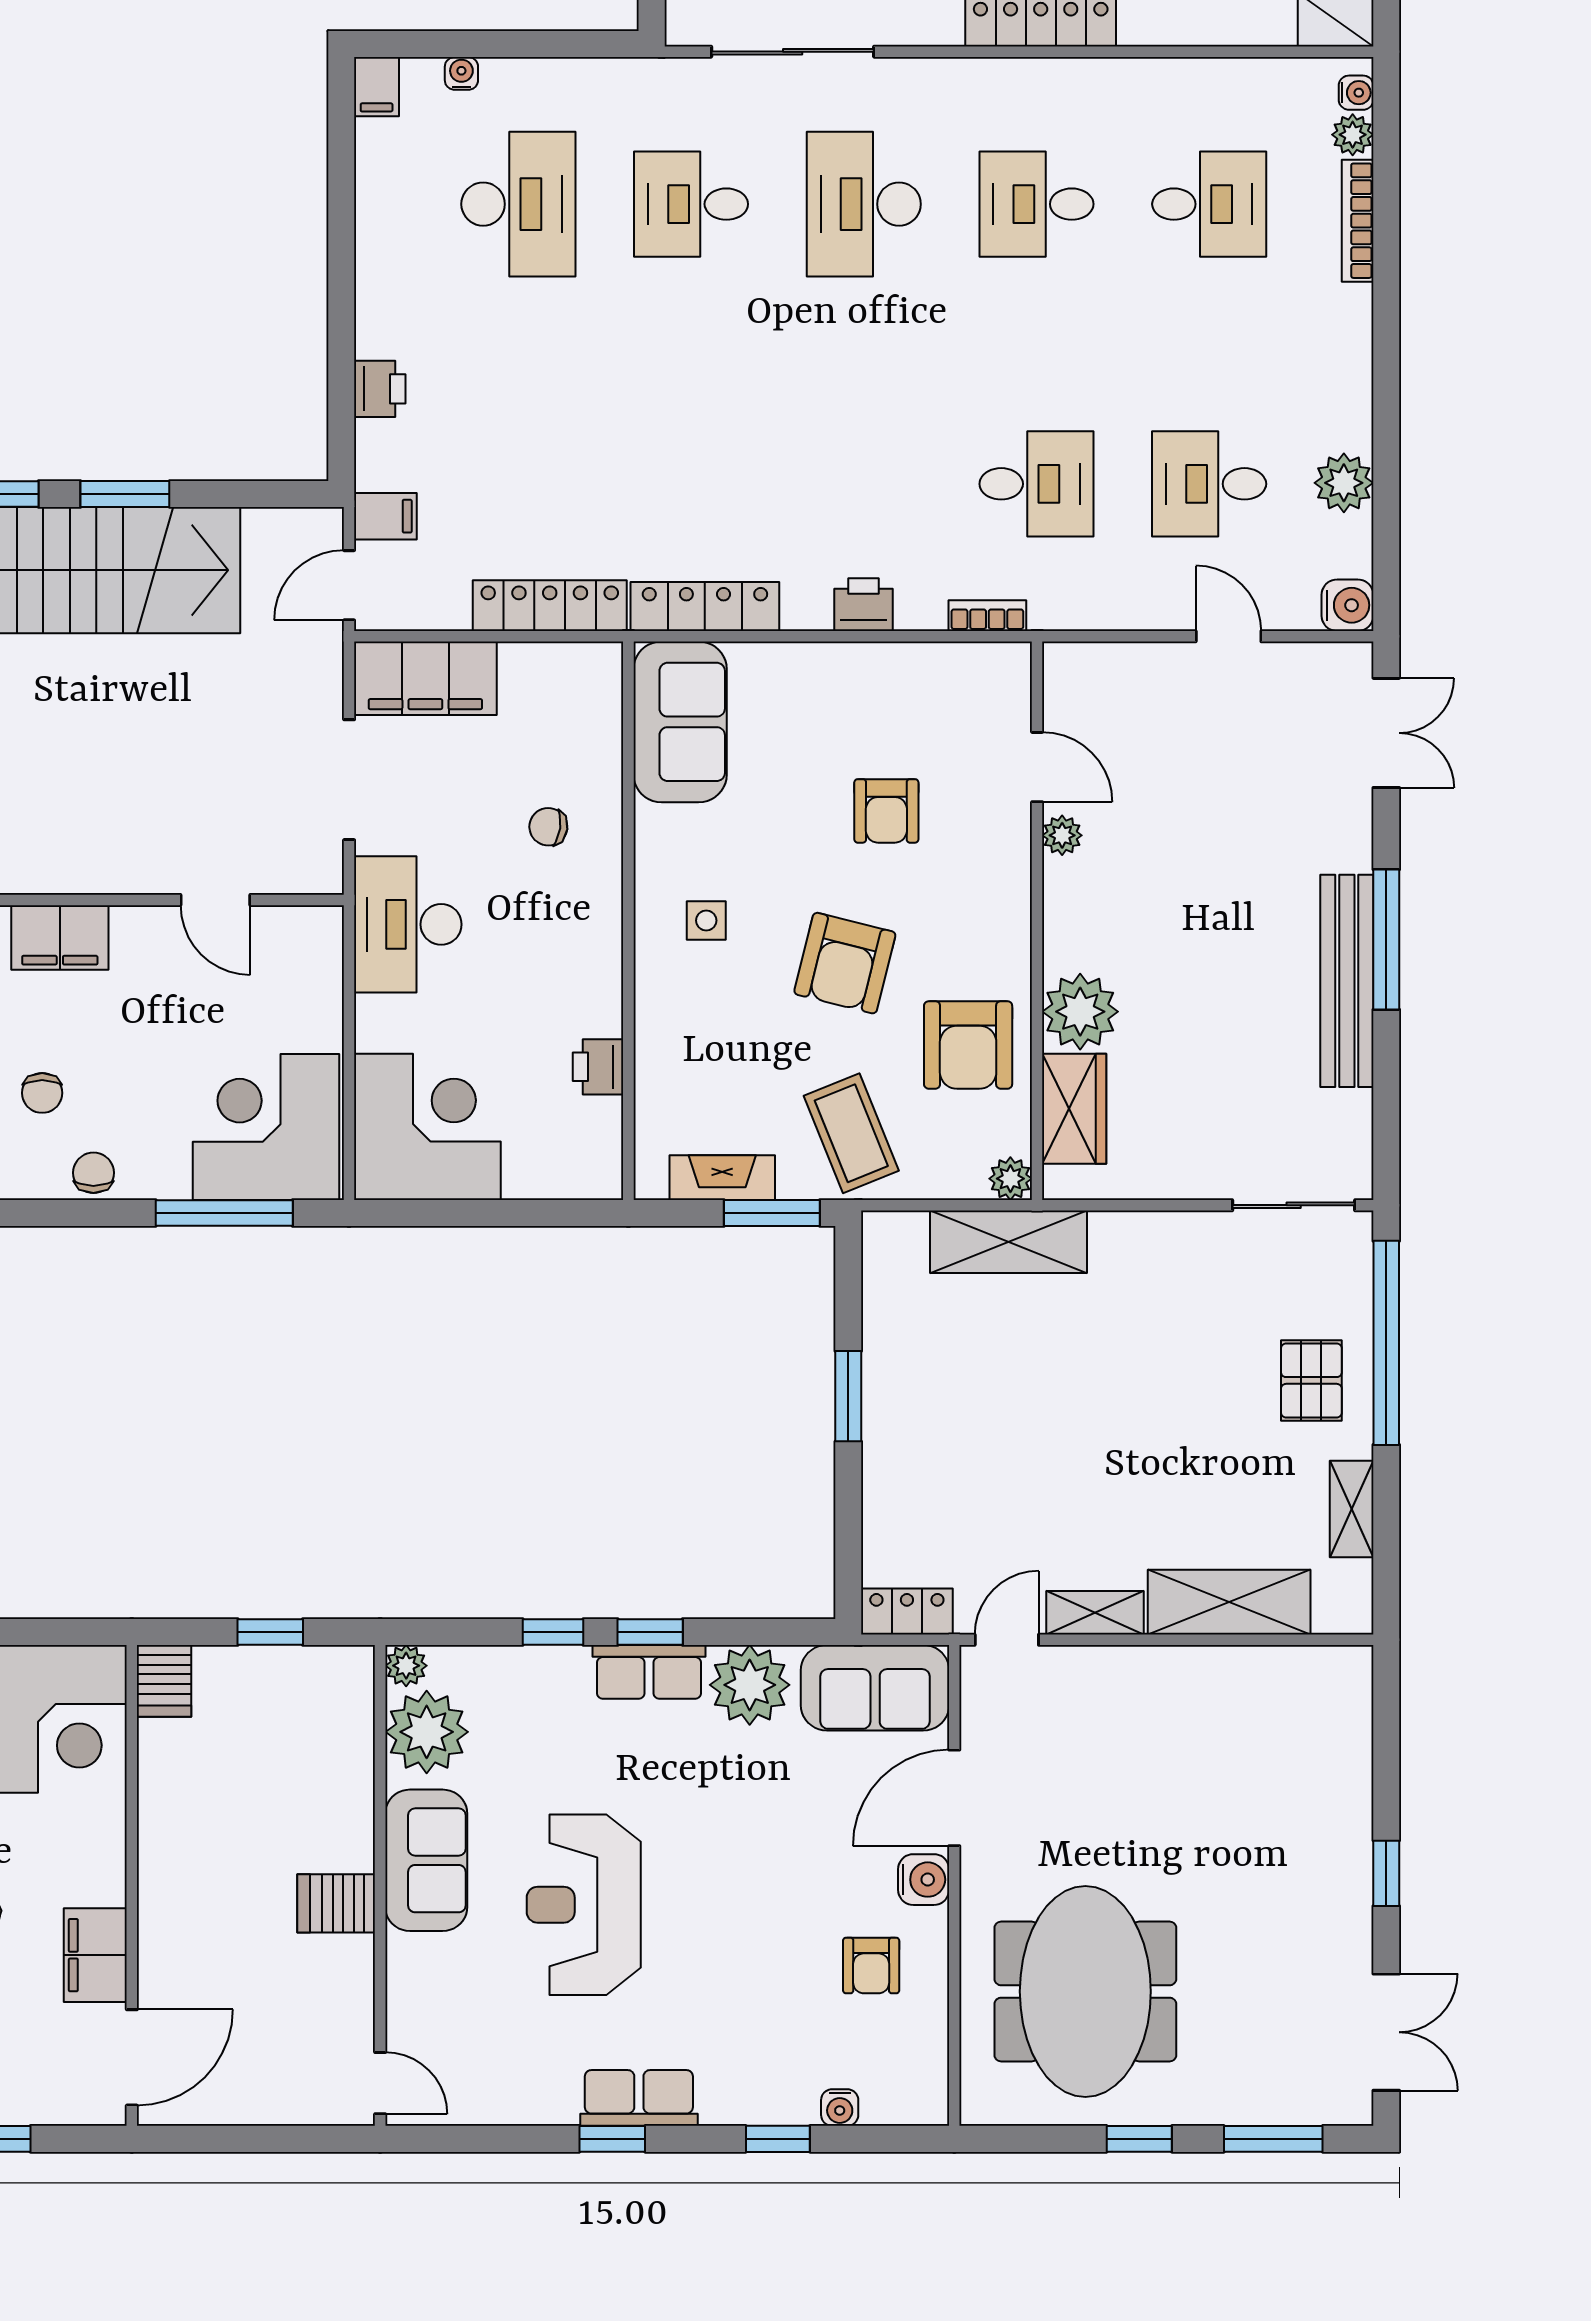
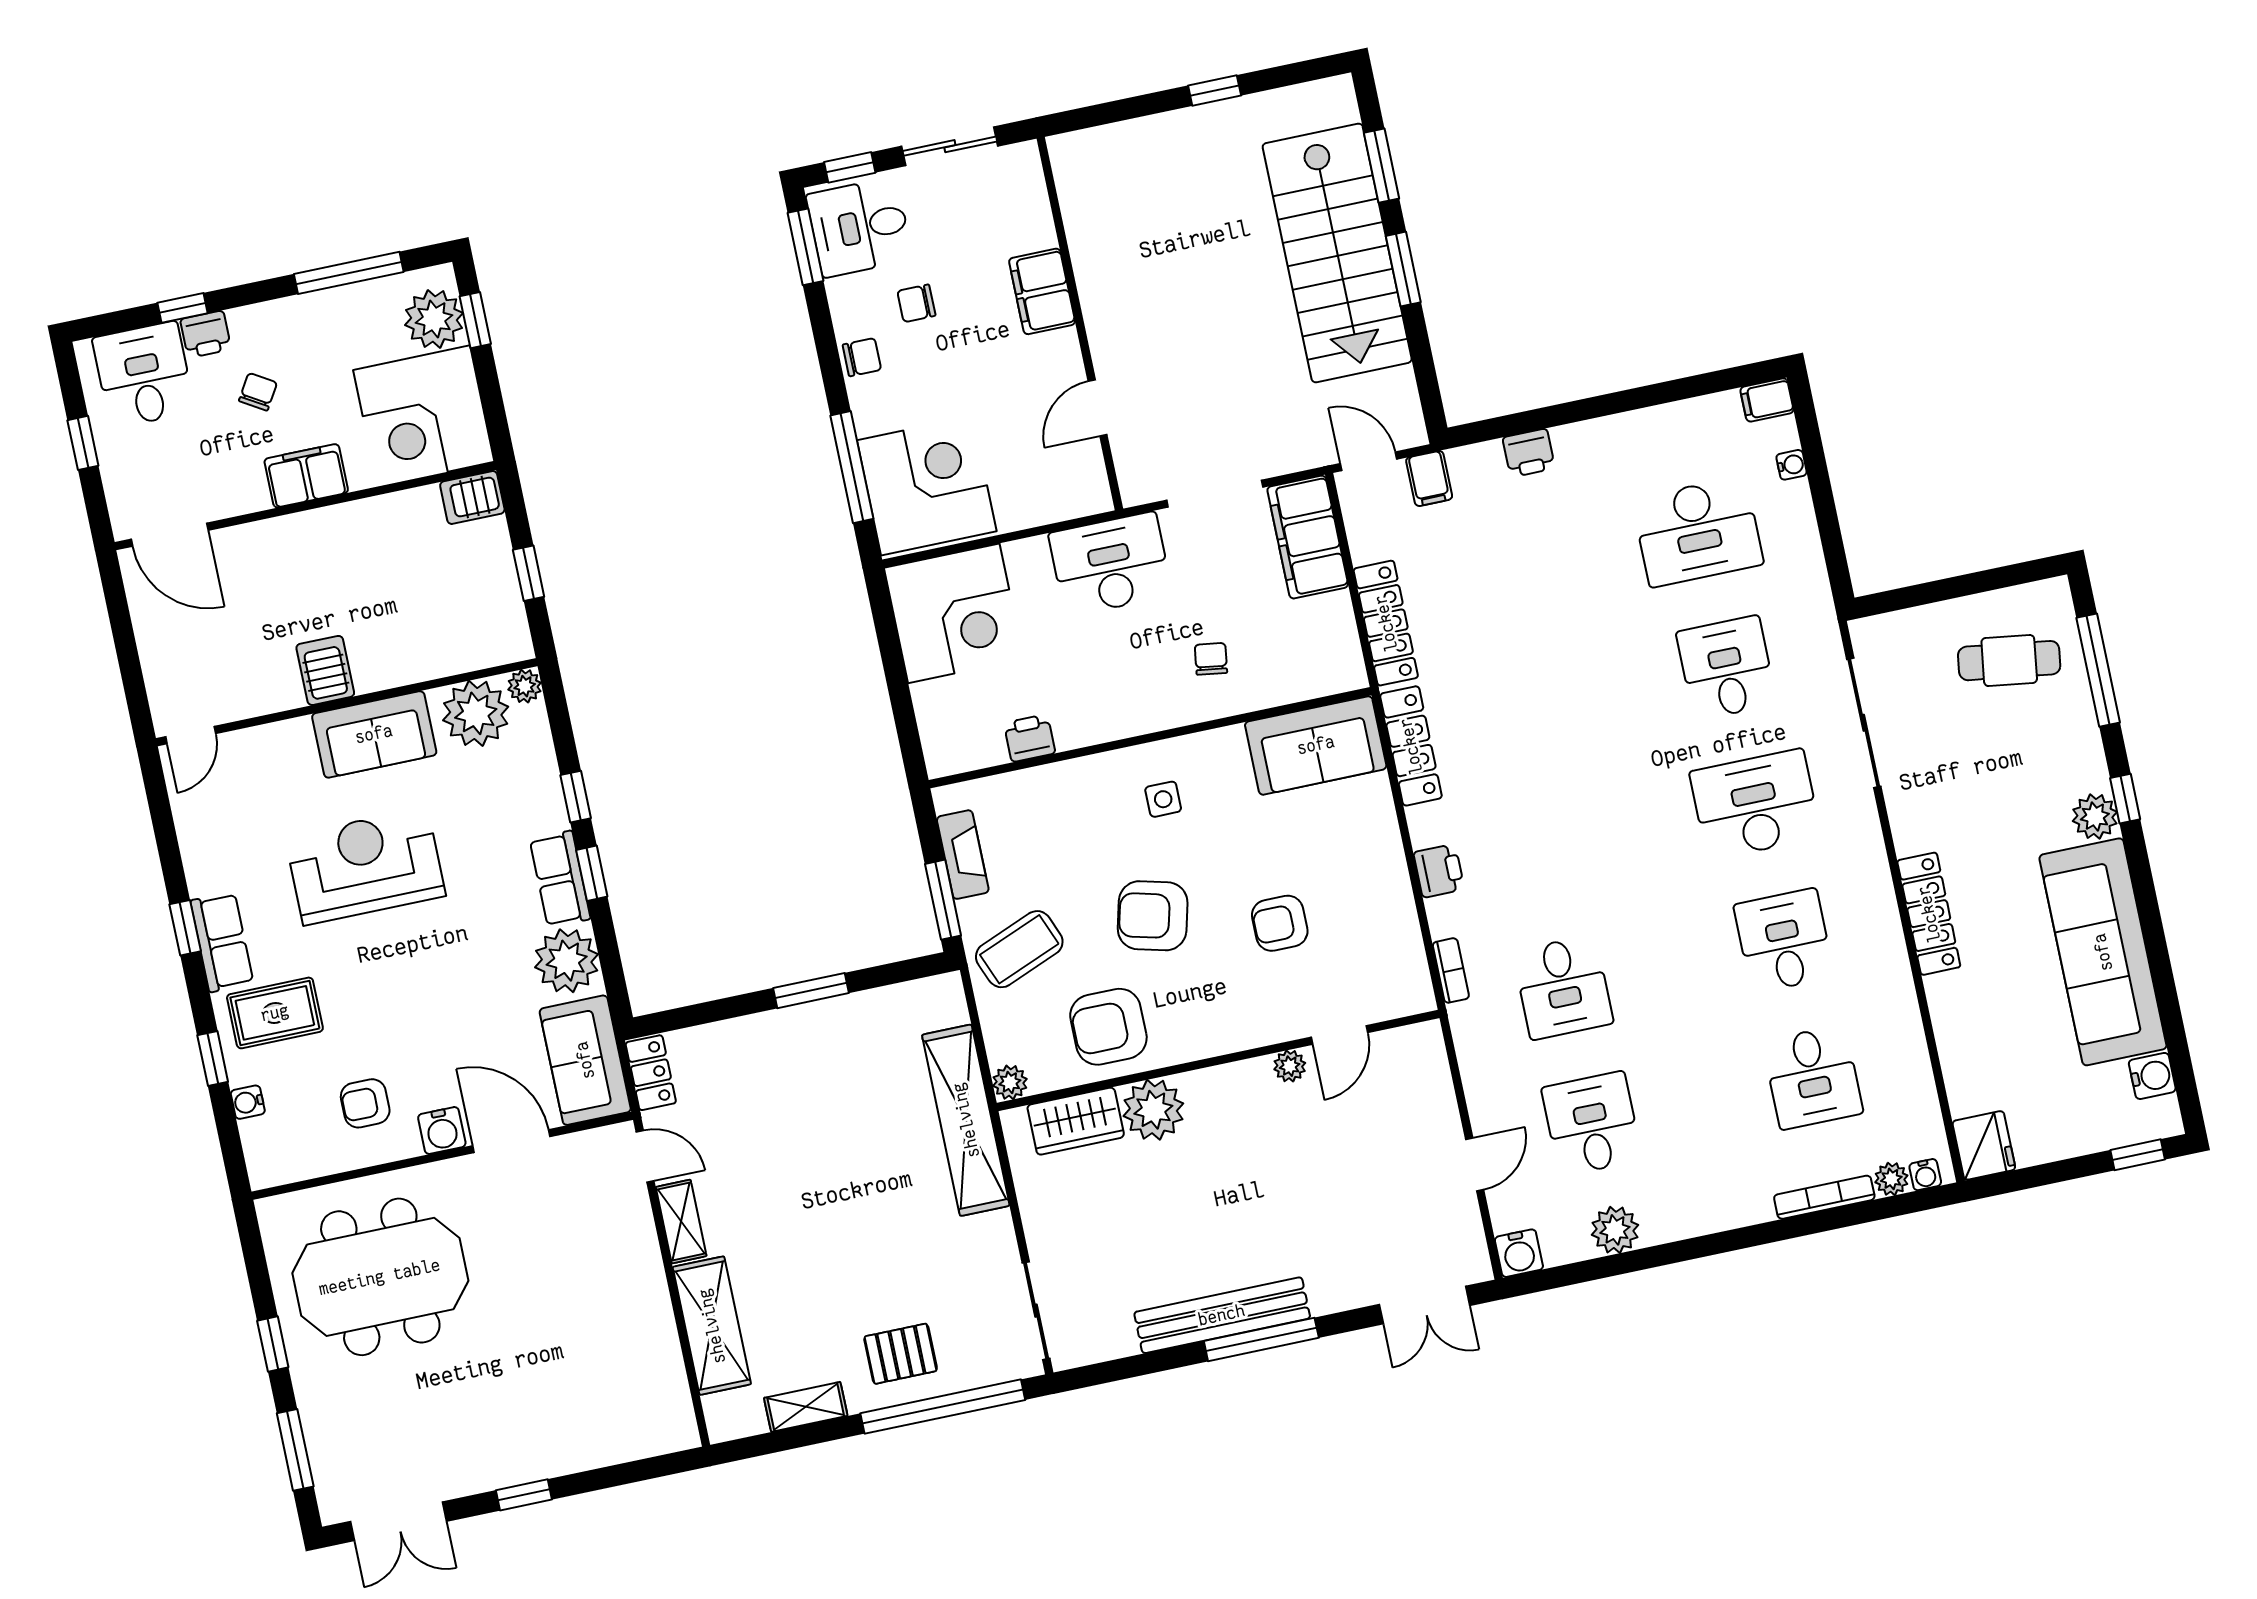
shelving: (1008, 1242) -> (966, 1120), width x1.47
filing cabinet: (95, 1955) -> (306, 476), moved
rug: (738, 2052) -> (275, 1013), added

